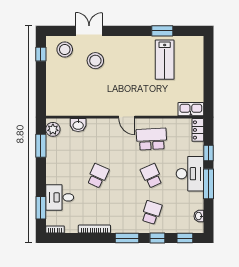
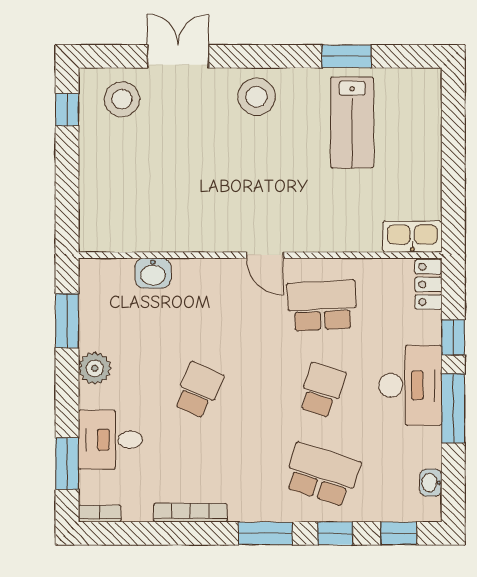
stool: (95, 61) -> (257, 97), moved
plant: (53, 129) -> (95, 368), moved
school desk: (152, 176) -> (322, 390), turned 42
school desk: (152, 213) -> (322, 475), width x1.85

